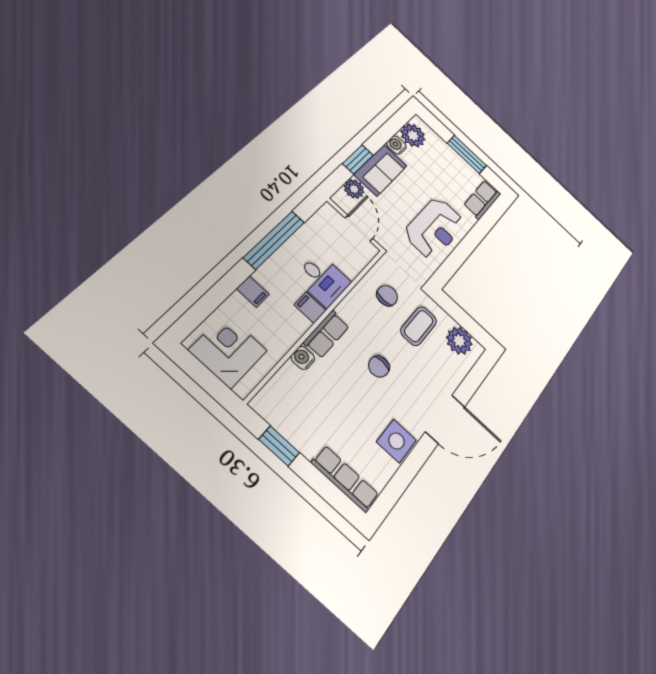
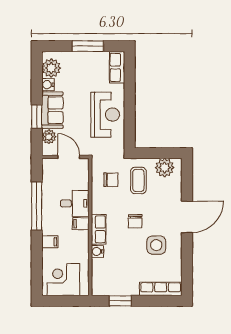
chair: (387, 296) -> (111, 180), turned 90
side table: (396, 441) -> (156, 245), moved

